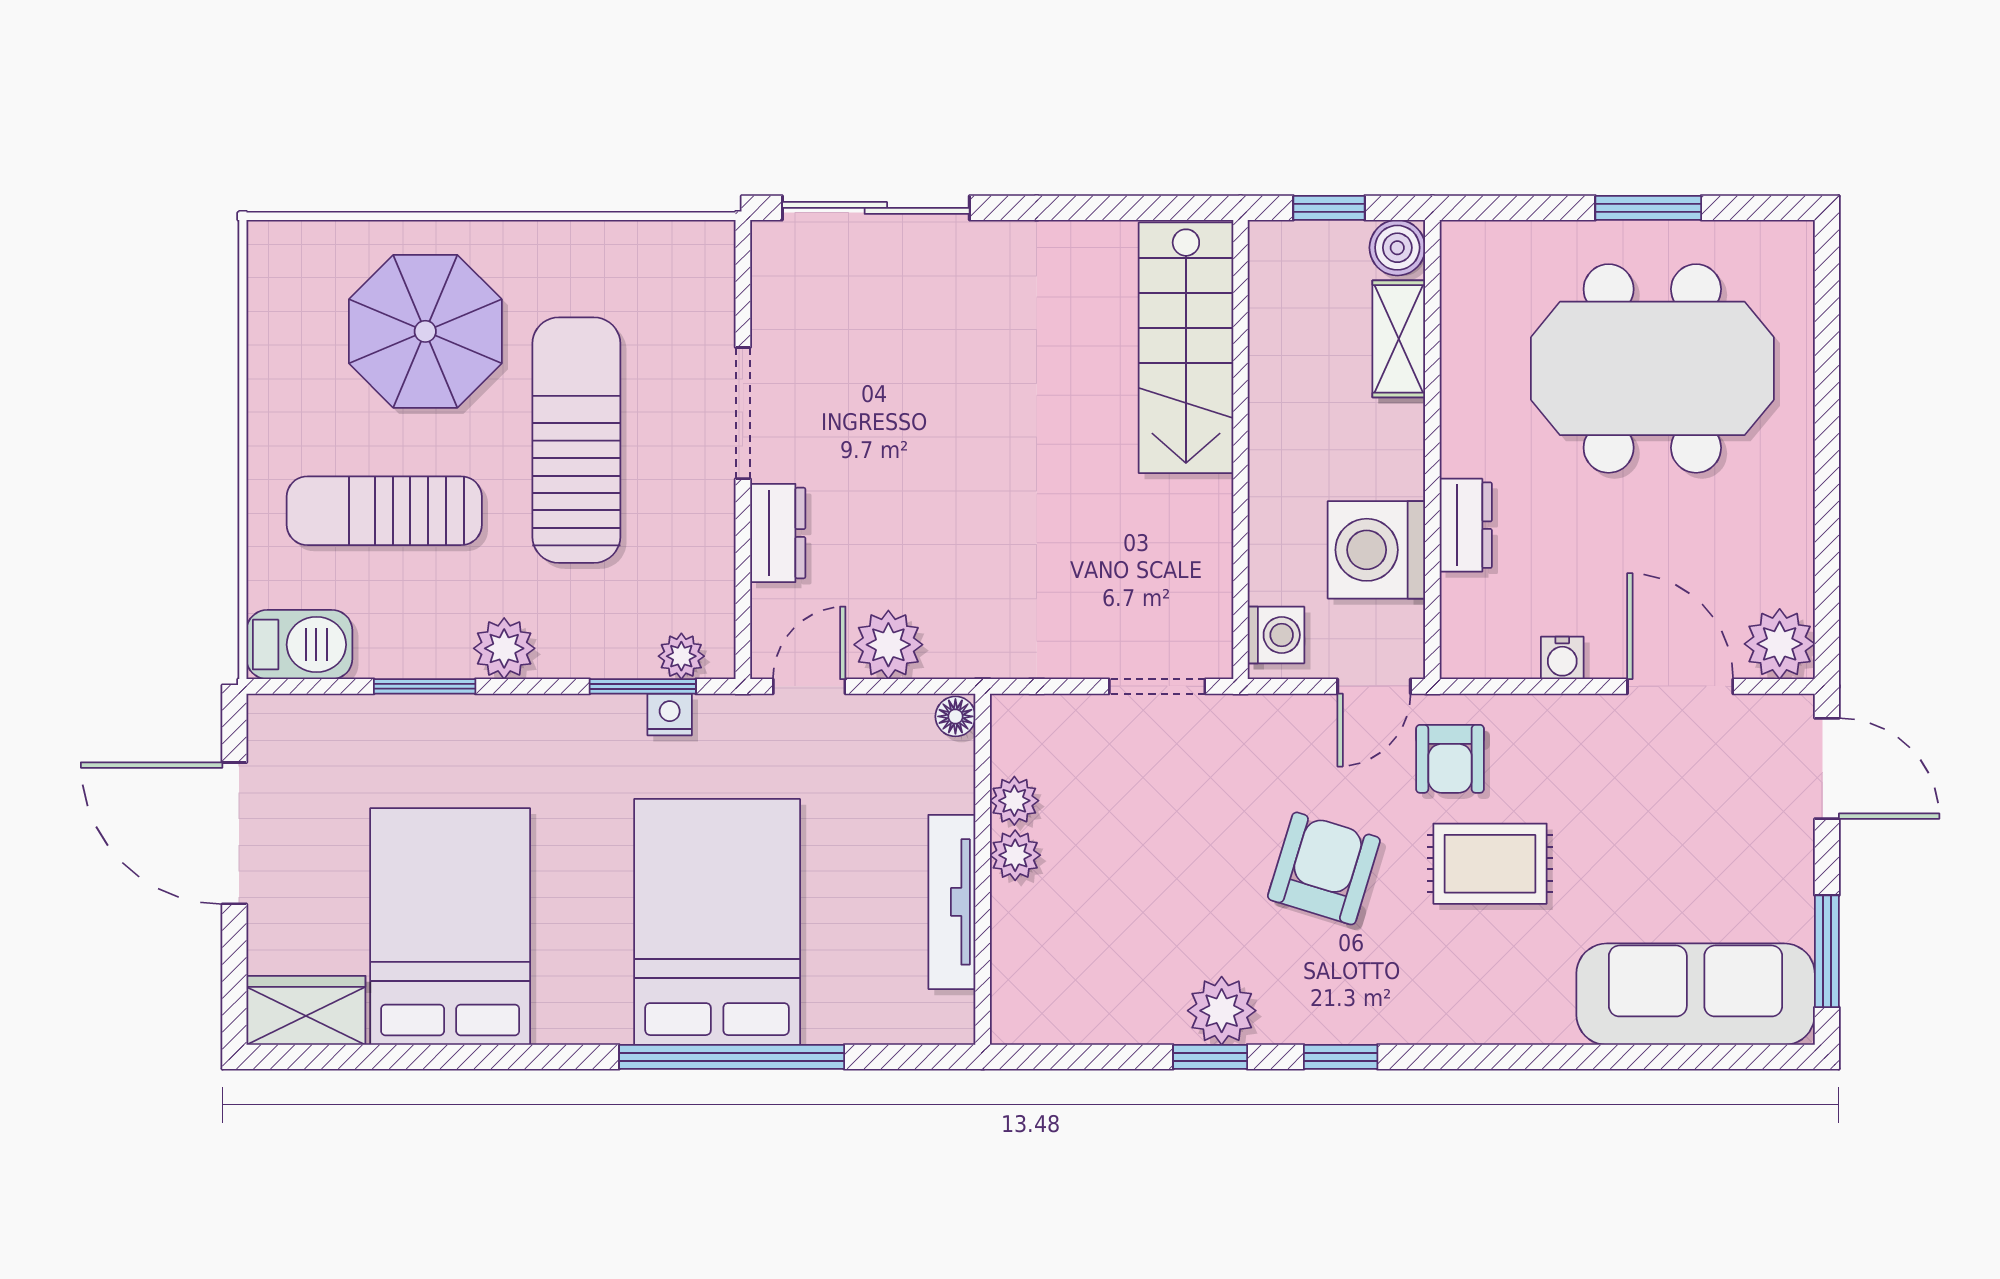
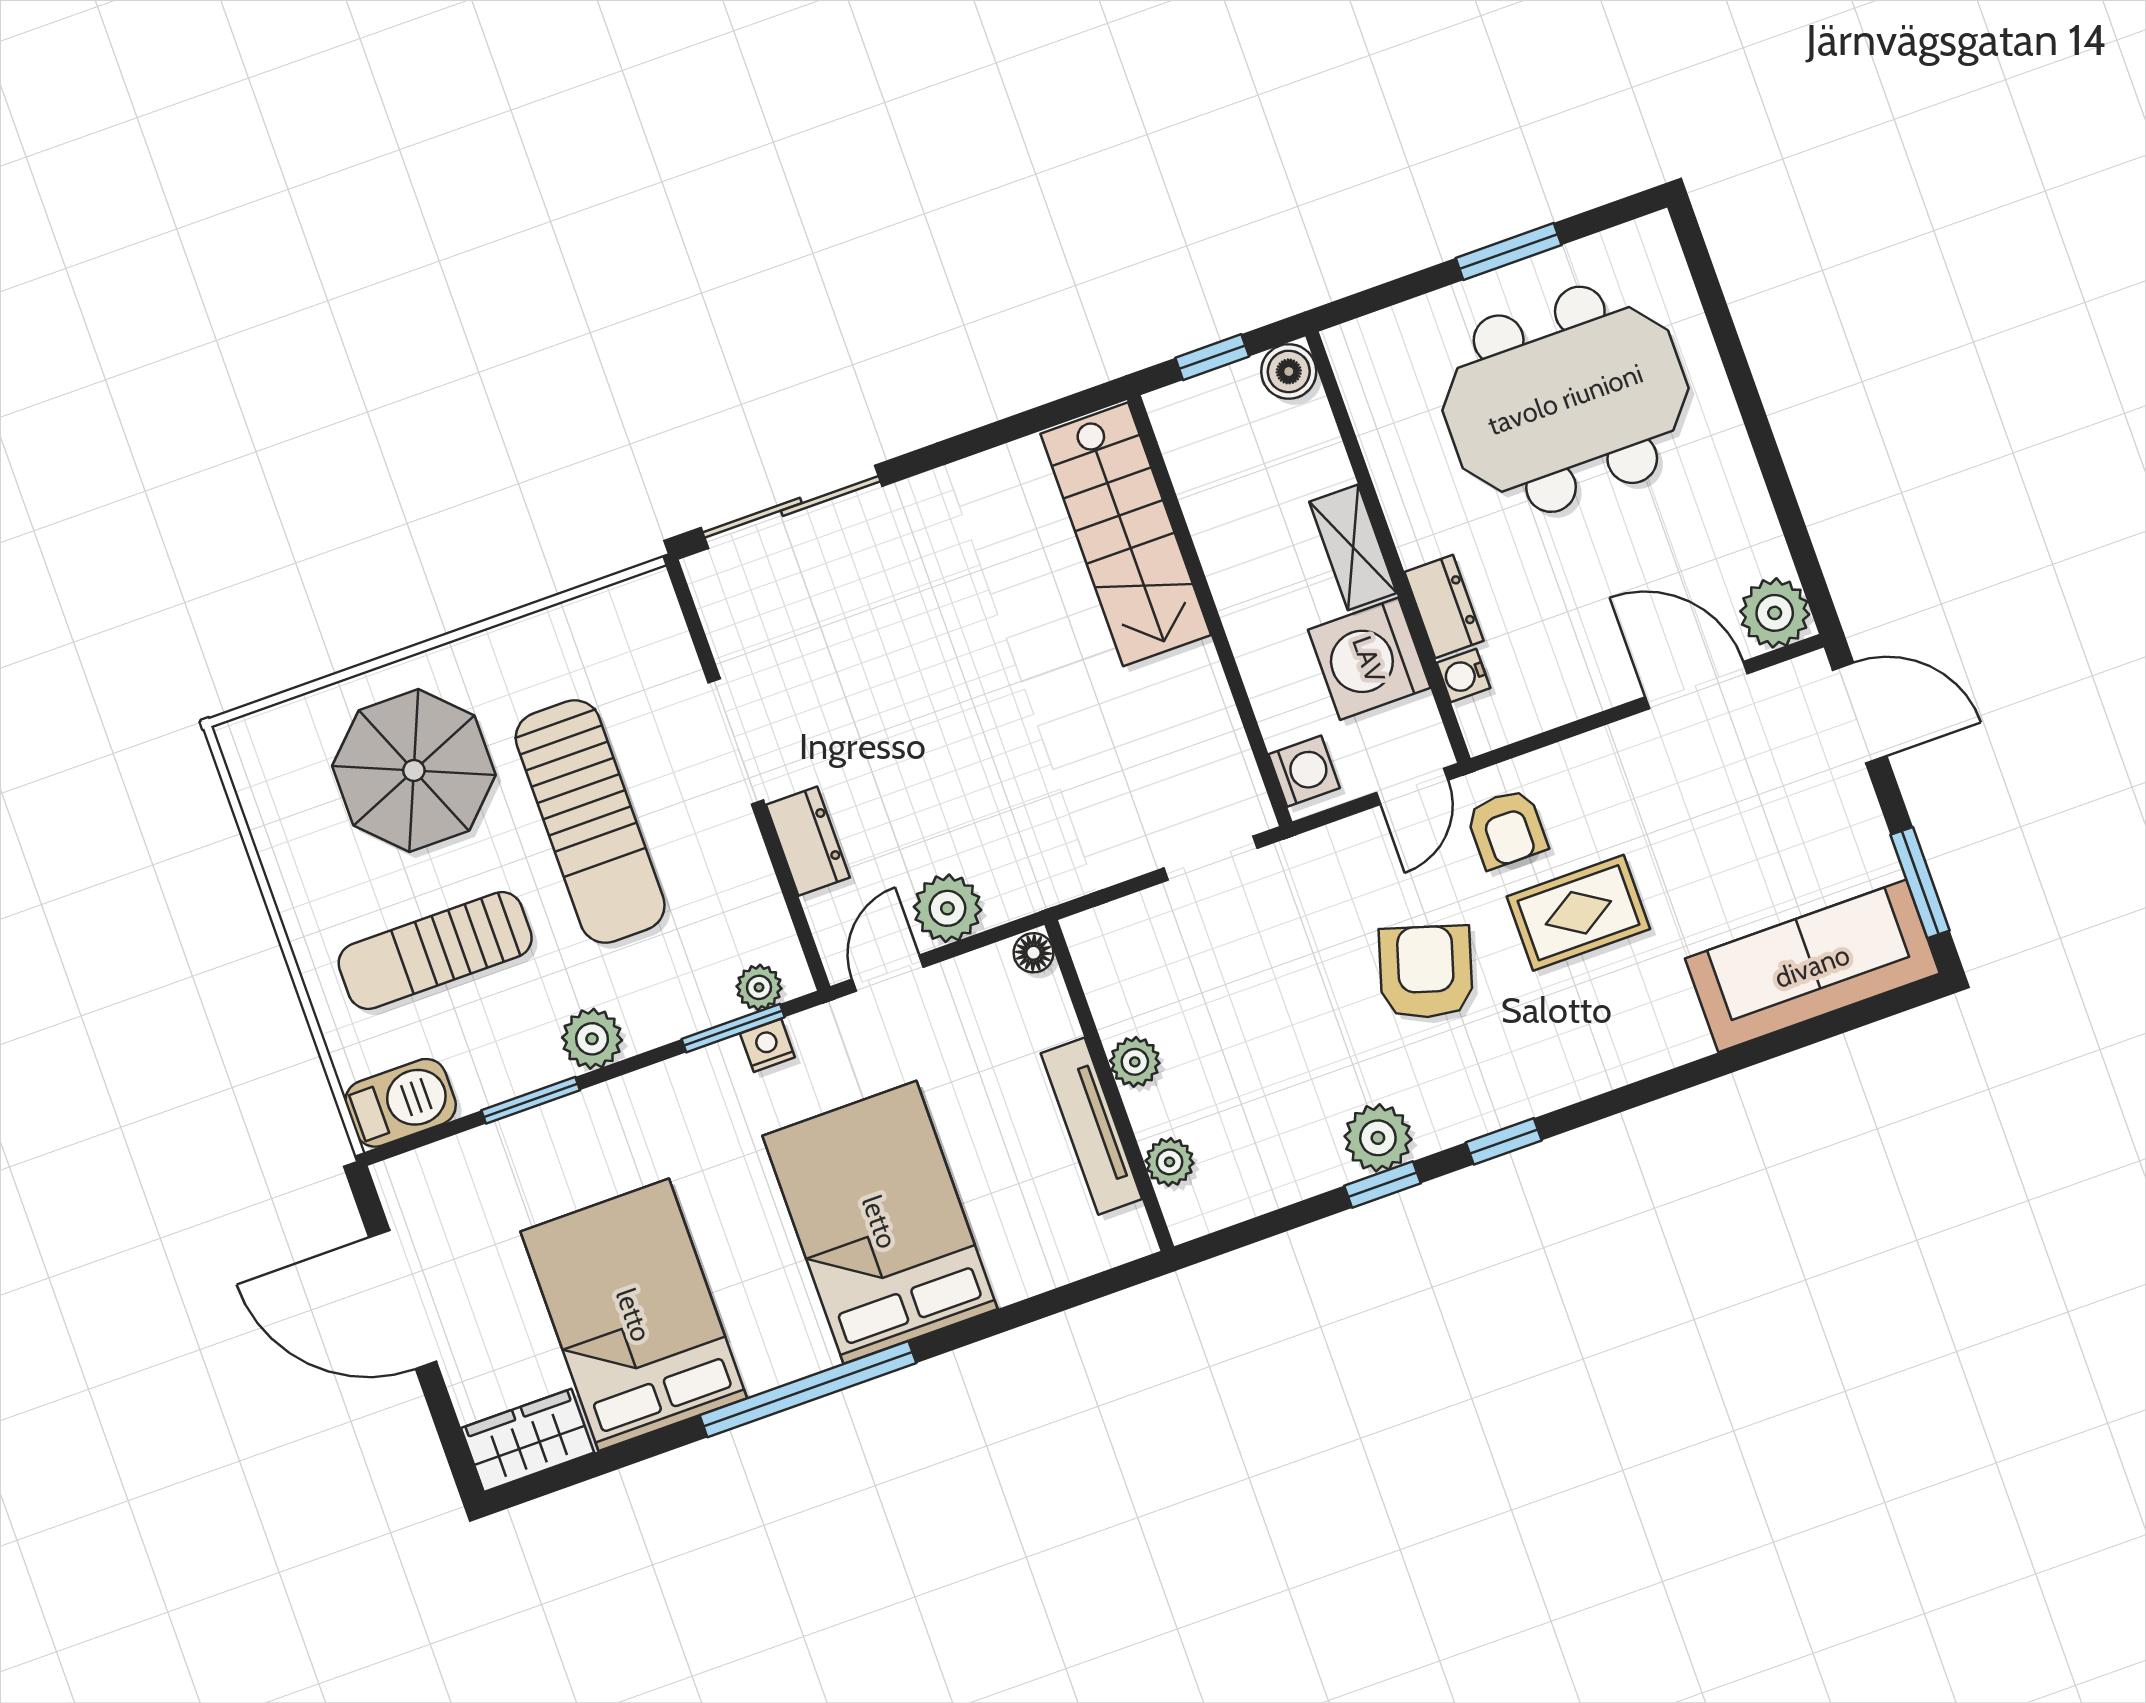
shelving: (1399, 339) -> (1353, 547), moved
sun lounger: (576, 440) -> (590, 822), turned 180
water cooler: (1562, 658) -> (1463, 675), moved, turned 90
plant: (1014, 801) -> (1170, 1162), moved
window: (732, 1057) -> (808, 1389), moved

